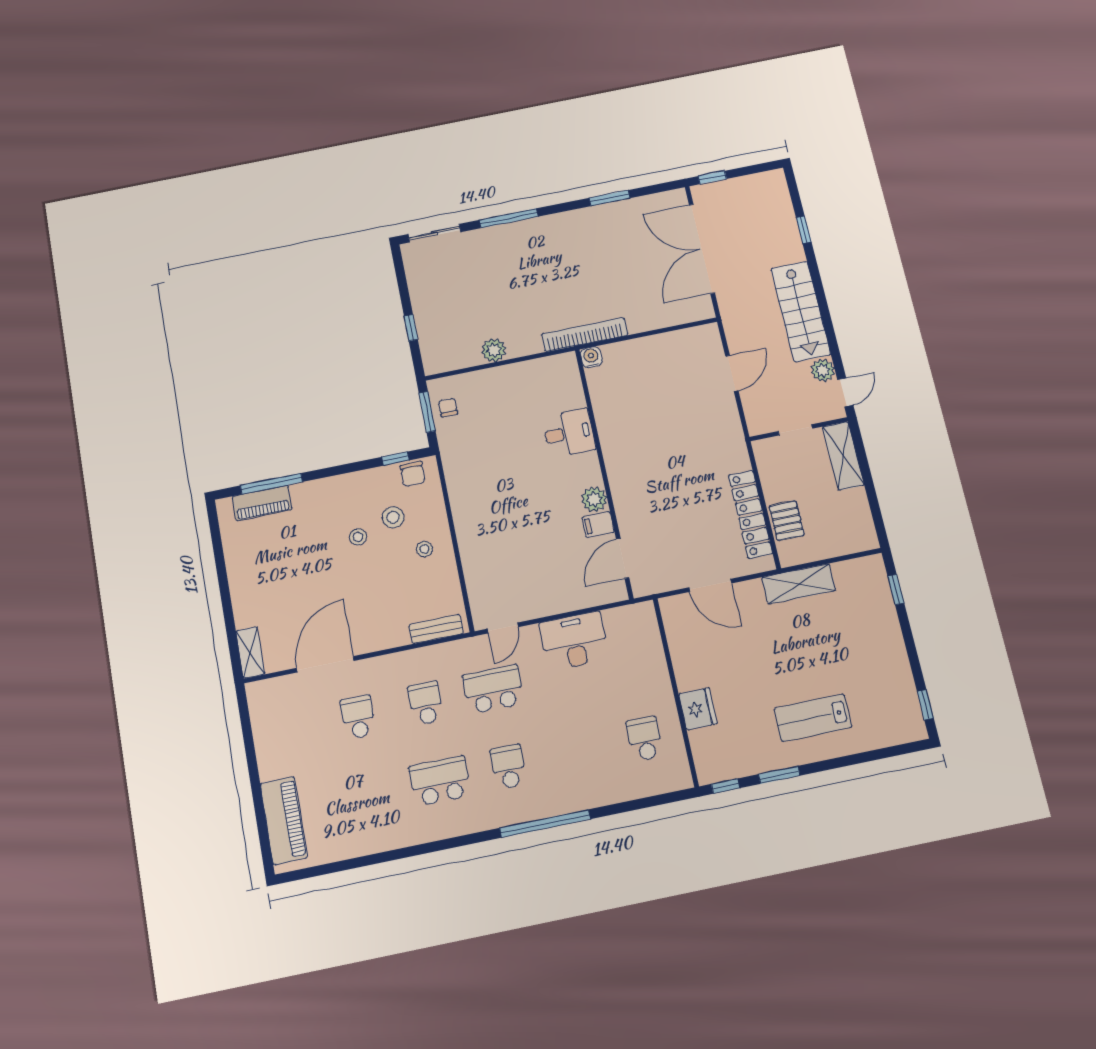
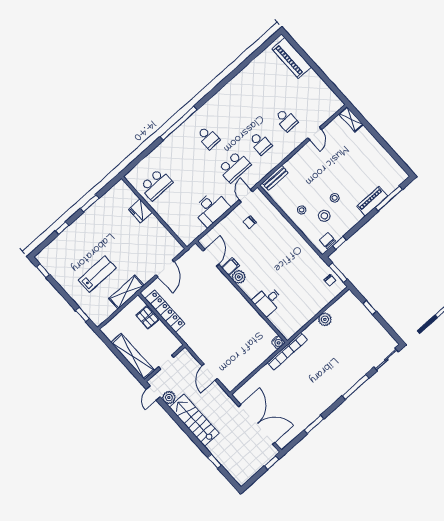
shelving: (843, 456) -> (133, 356), width x1.47
piano: (262, 503) -> (372, 201), moved
chair: (523, 579) -> (250, 222), added
door: (710, 585) -> (165, 268), swing flipped
door: (325, 664) -> (315, 134), width x0.53
lab bench: (813, 718) -> (97, 274), moved
school desk: (645, 739) -> (156, 184), width x1.85
school desk: (440, 781) -> (234, 114), removed
window: (725, 786) -> (62, 228), moved

